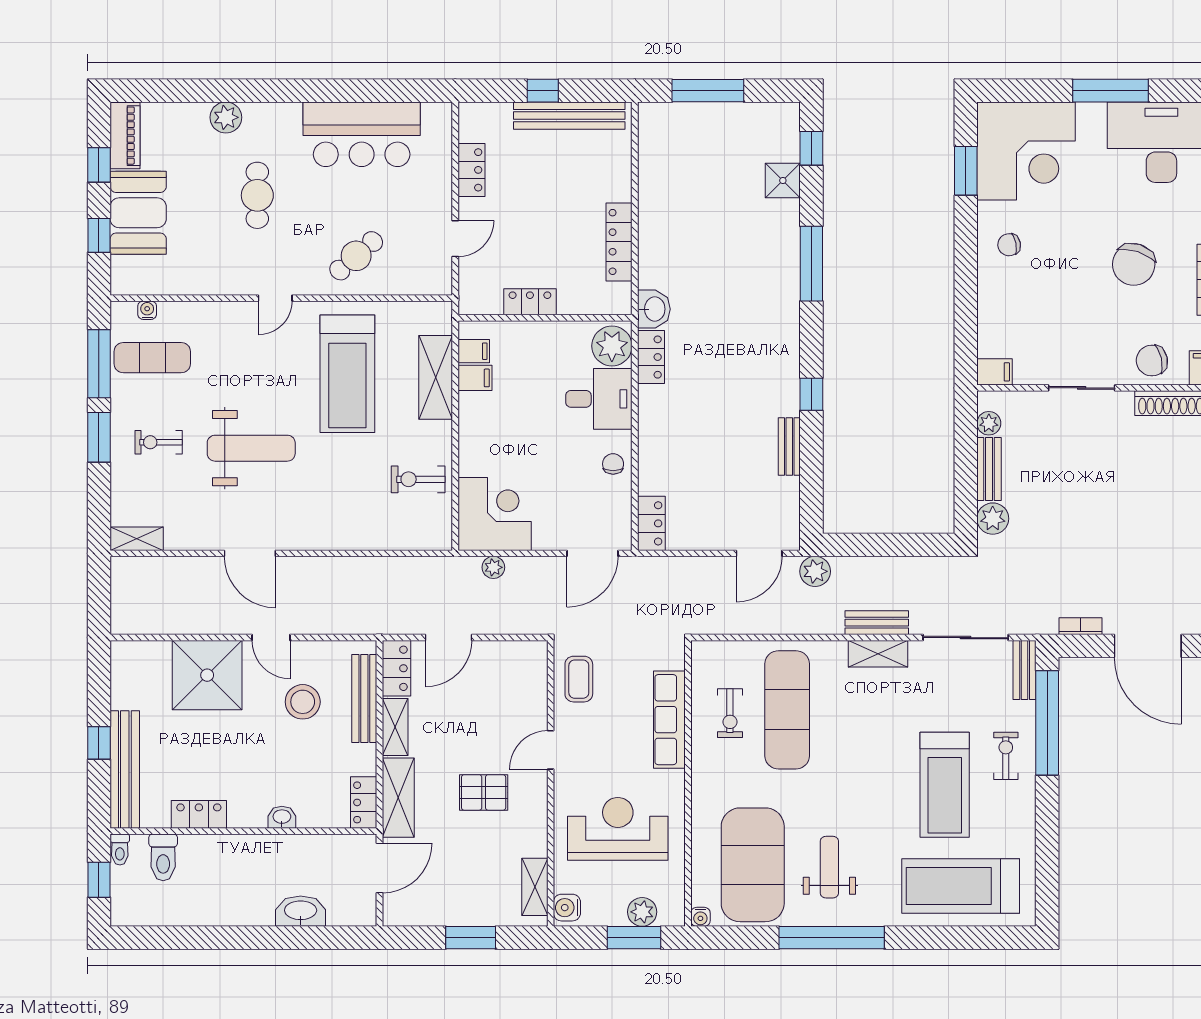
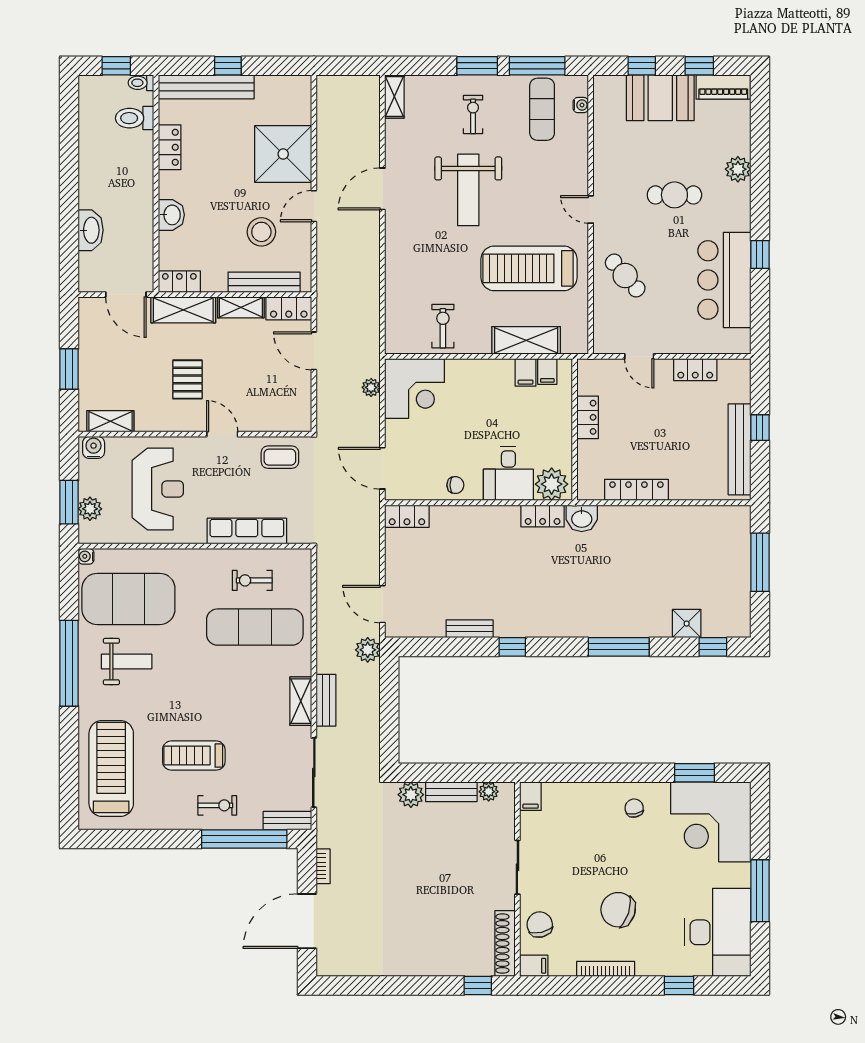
window: (330, 91) -> (760, 254), added
treadmill: (945, 785) -> (194, 756), width x0.73, depth x0.73
washbasin: (282, 817) -> (171, 215), width x1.38, depth x1.45

